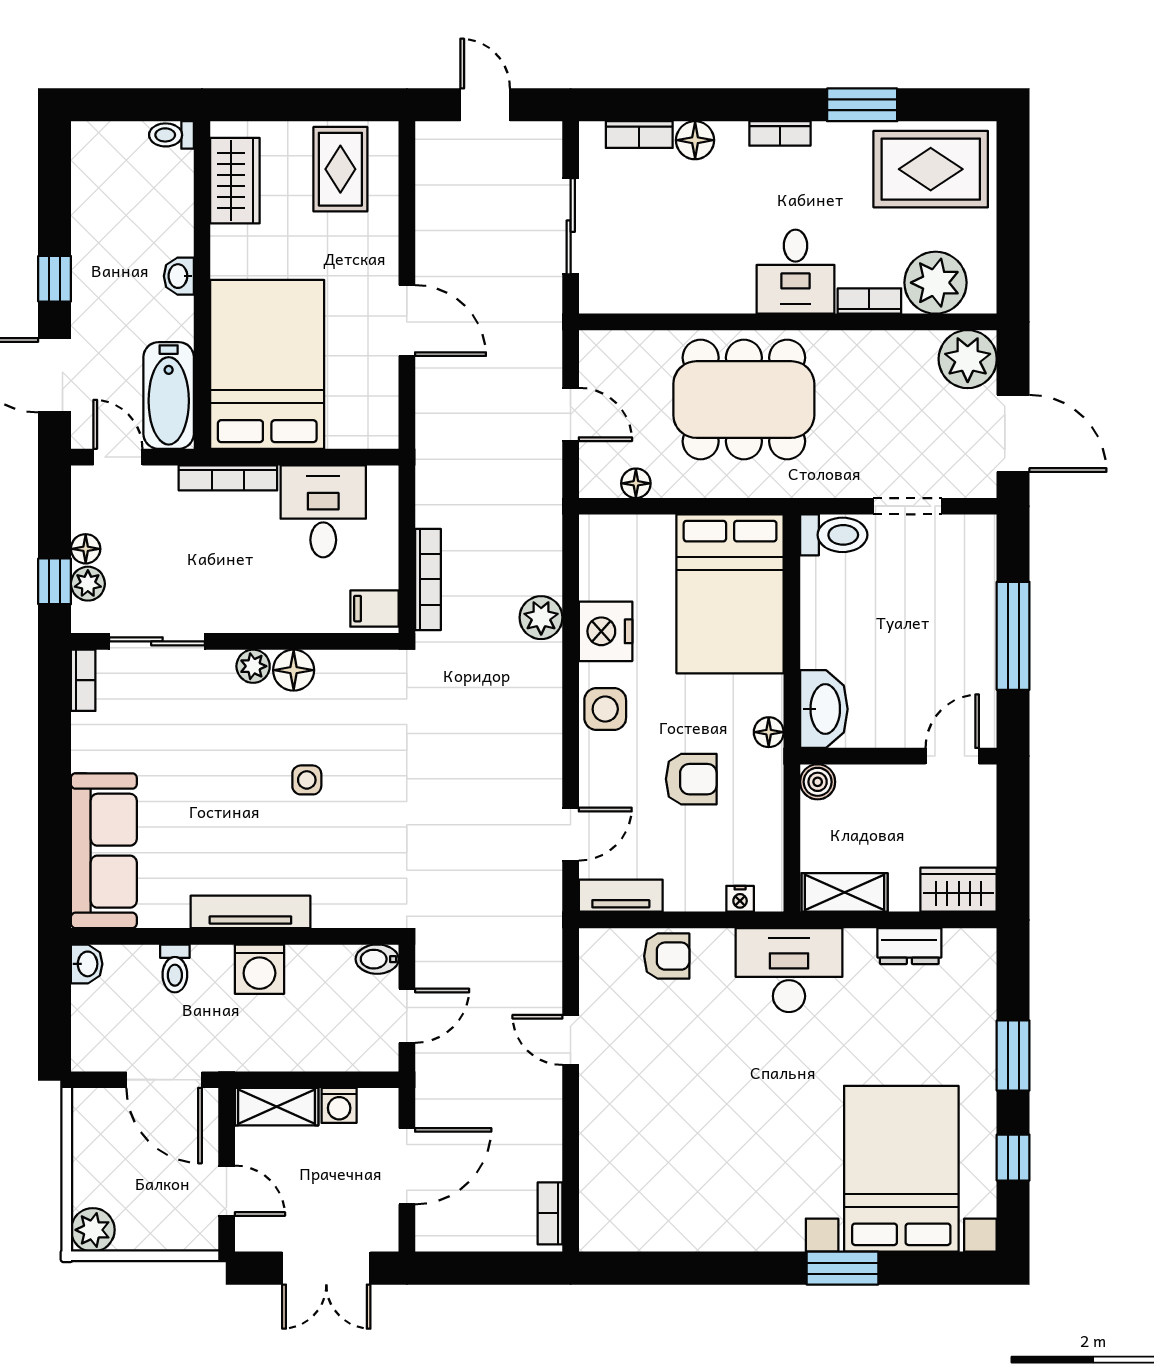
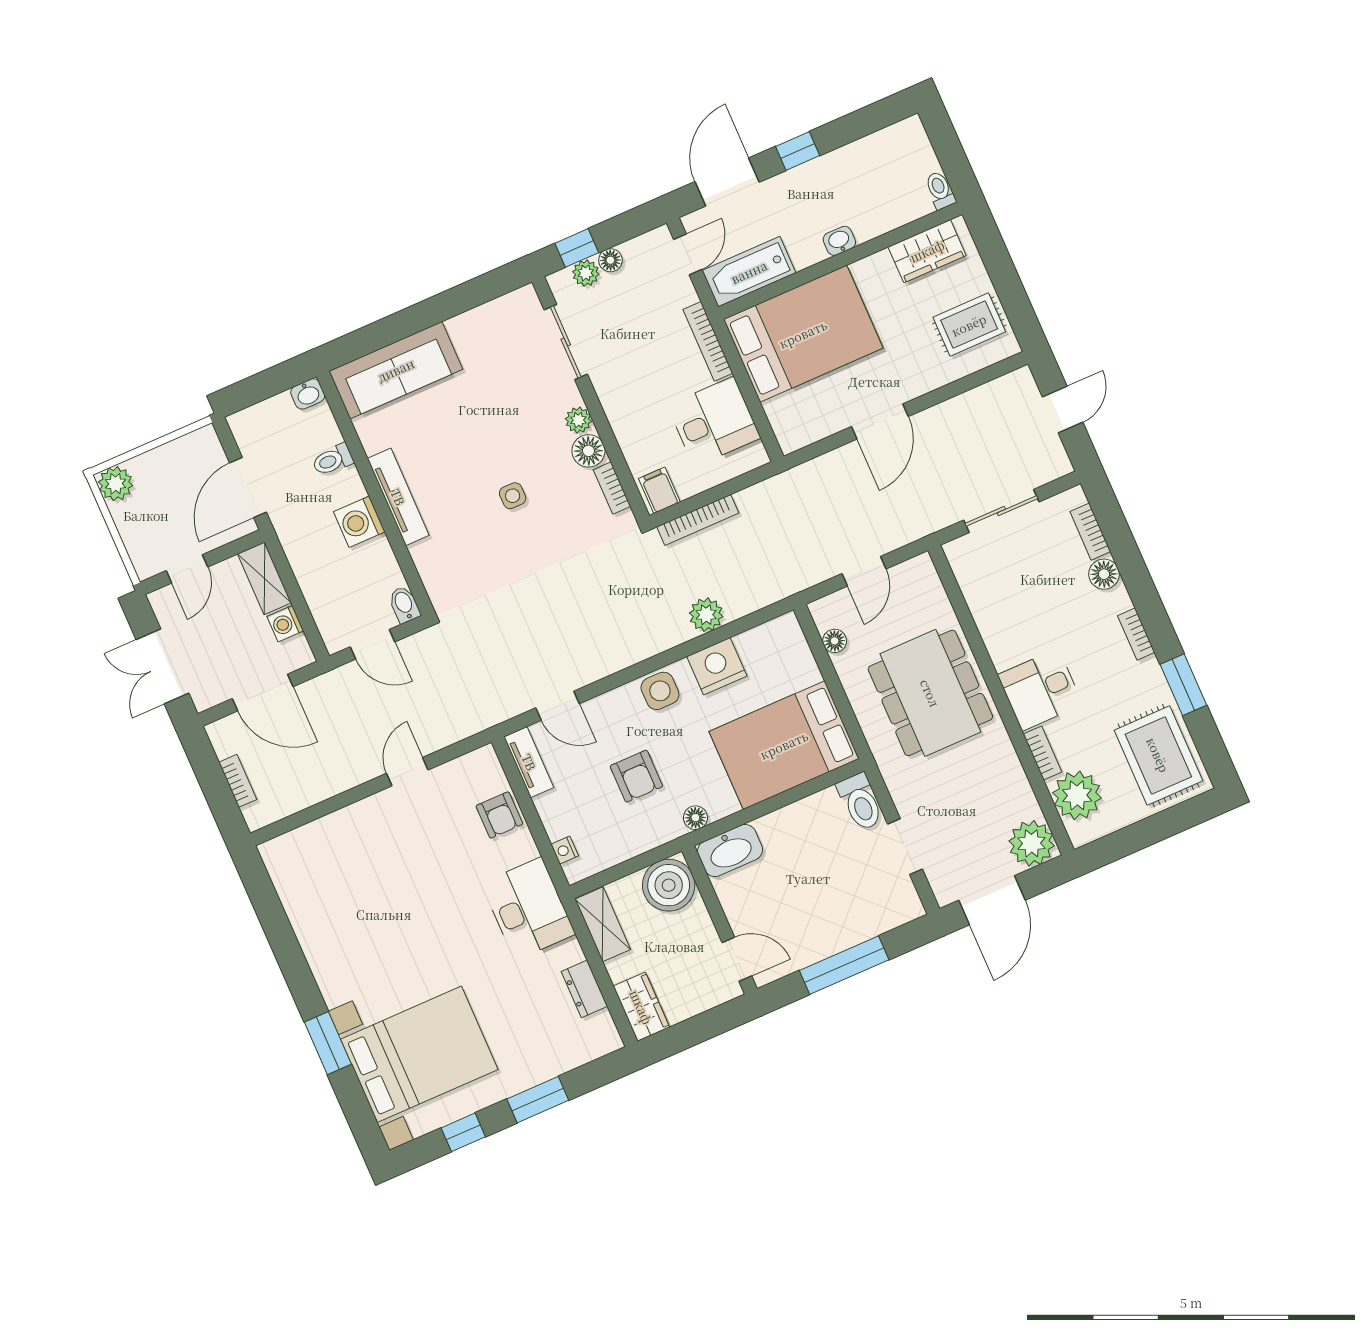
bookcase: (83, 680) -> (612, 488), moved, turned 90
boiler: (818, 782) -> (669, 885), width x1.86, depth x1.86
bookcase: (550, 1213) -> (238, 781), moved, turned 90

